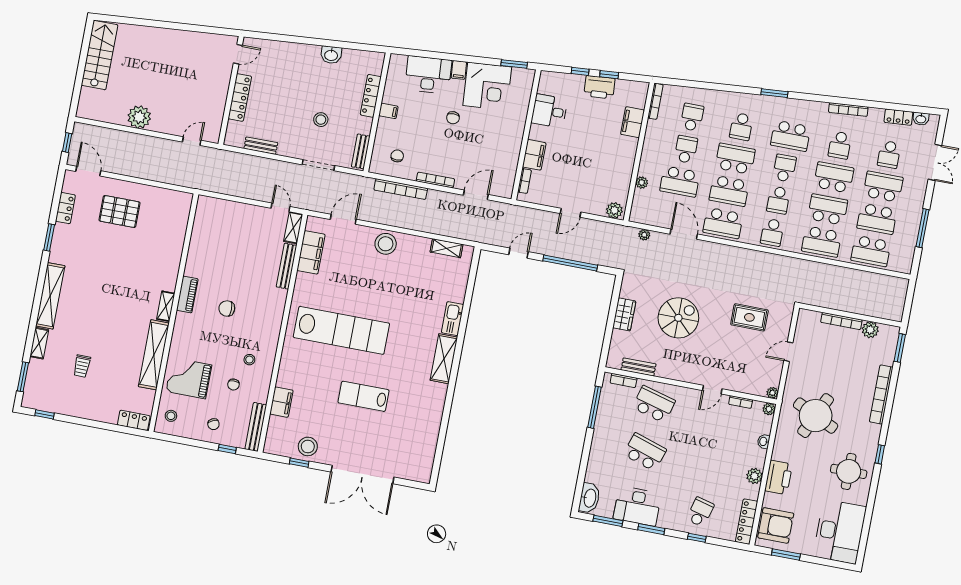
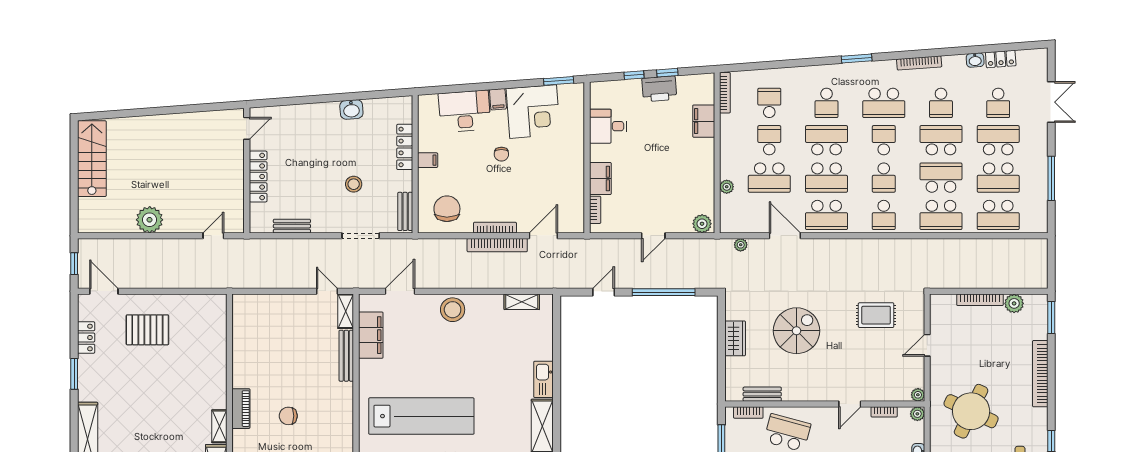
bookcase: (848, 110) -> (919, 63), moved
washbasin: (921, 119) -> (975, 60), moved
chair: (397, 156) -> (447, 209), width x1.87, depth x1.87
bookcase: (401, 189) -> (497, 245), moved

